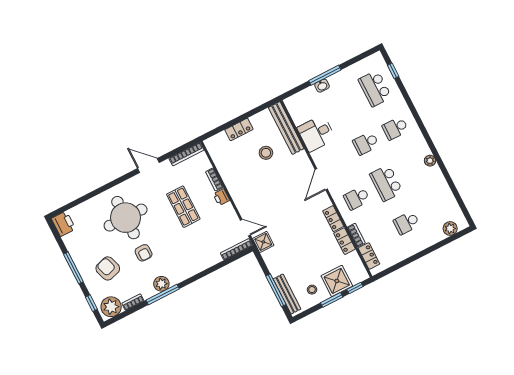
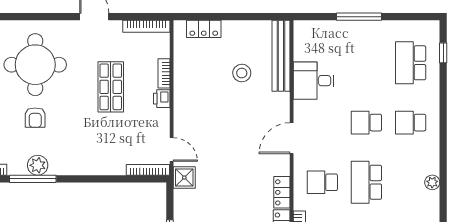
washbasin: (322, 86) -> (349, 27), removed
locker: (239, 130) -> (204, 29), moved

